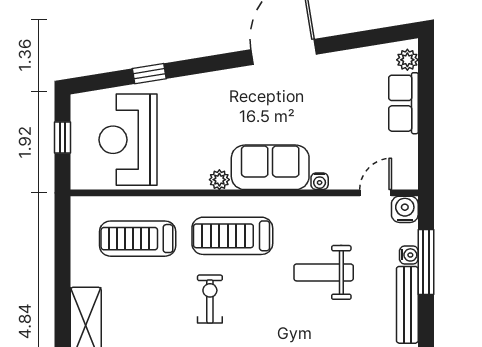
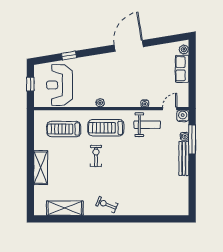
sofa: (270, 167) -> (123, 97), removed
weight bench: (324, 272) -> (147, 125), moved, turned 180

